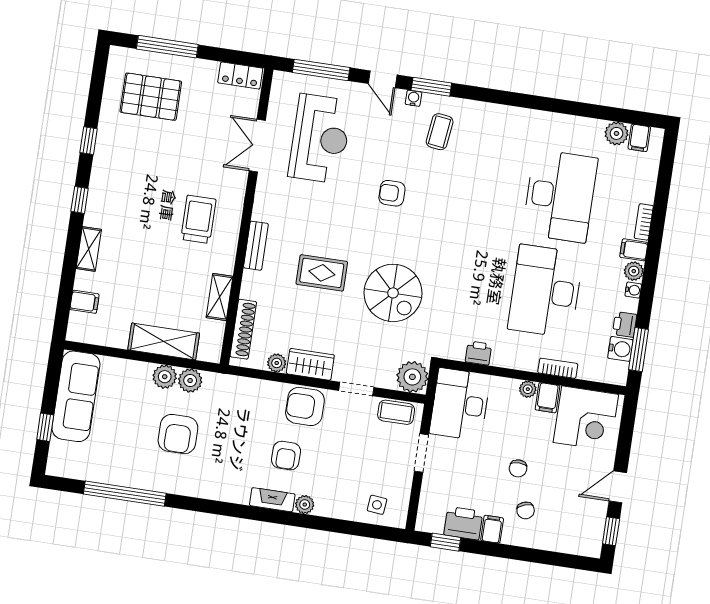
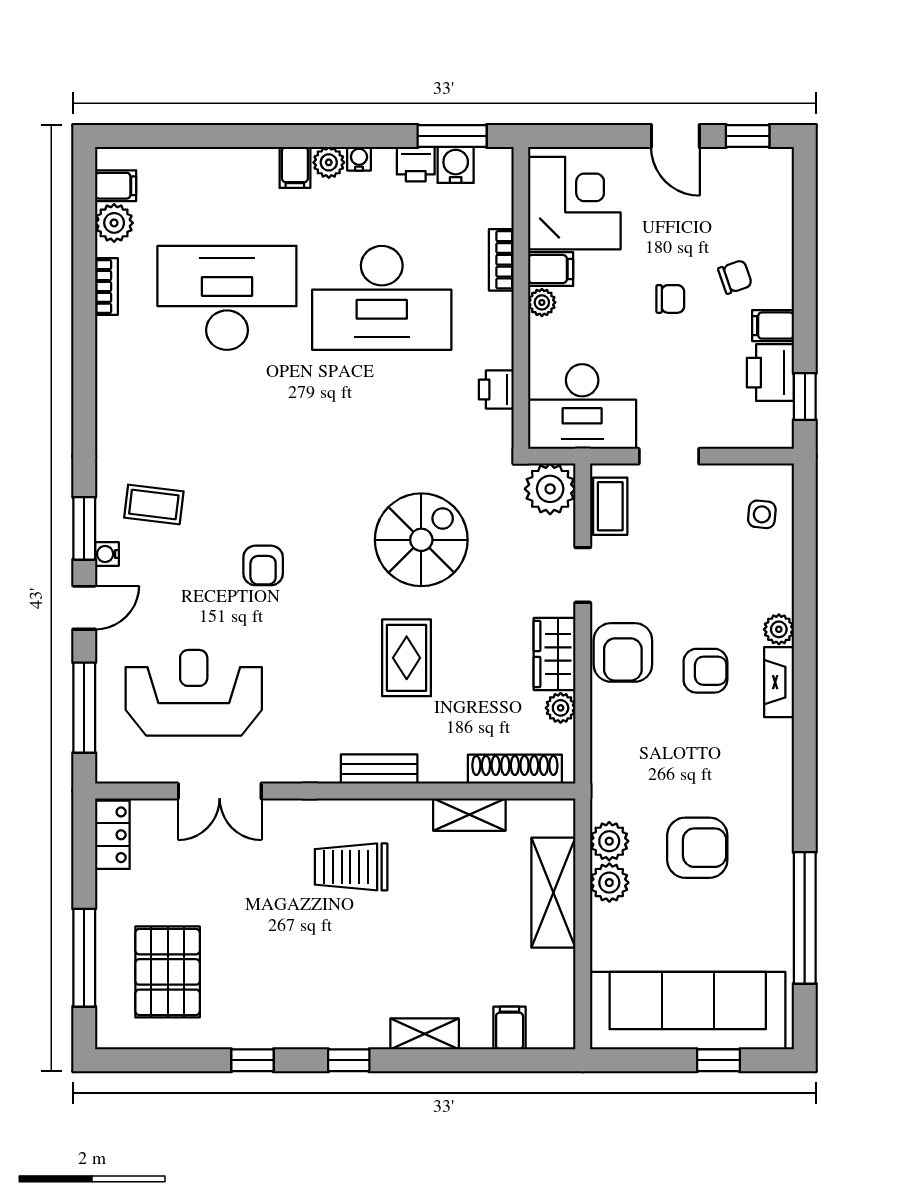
bookcase: (644, 222) -> (106, 286), moved, turned -90
sofa: (76, 396) -> (688, 1011), width x1.36, depth x1.27

